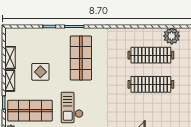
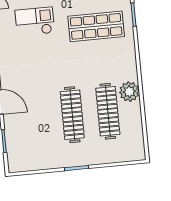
plant: (172, 36) -> (129, 92), moved

